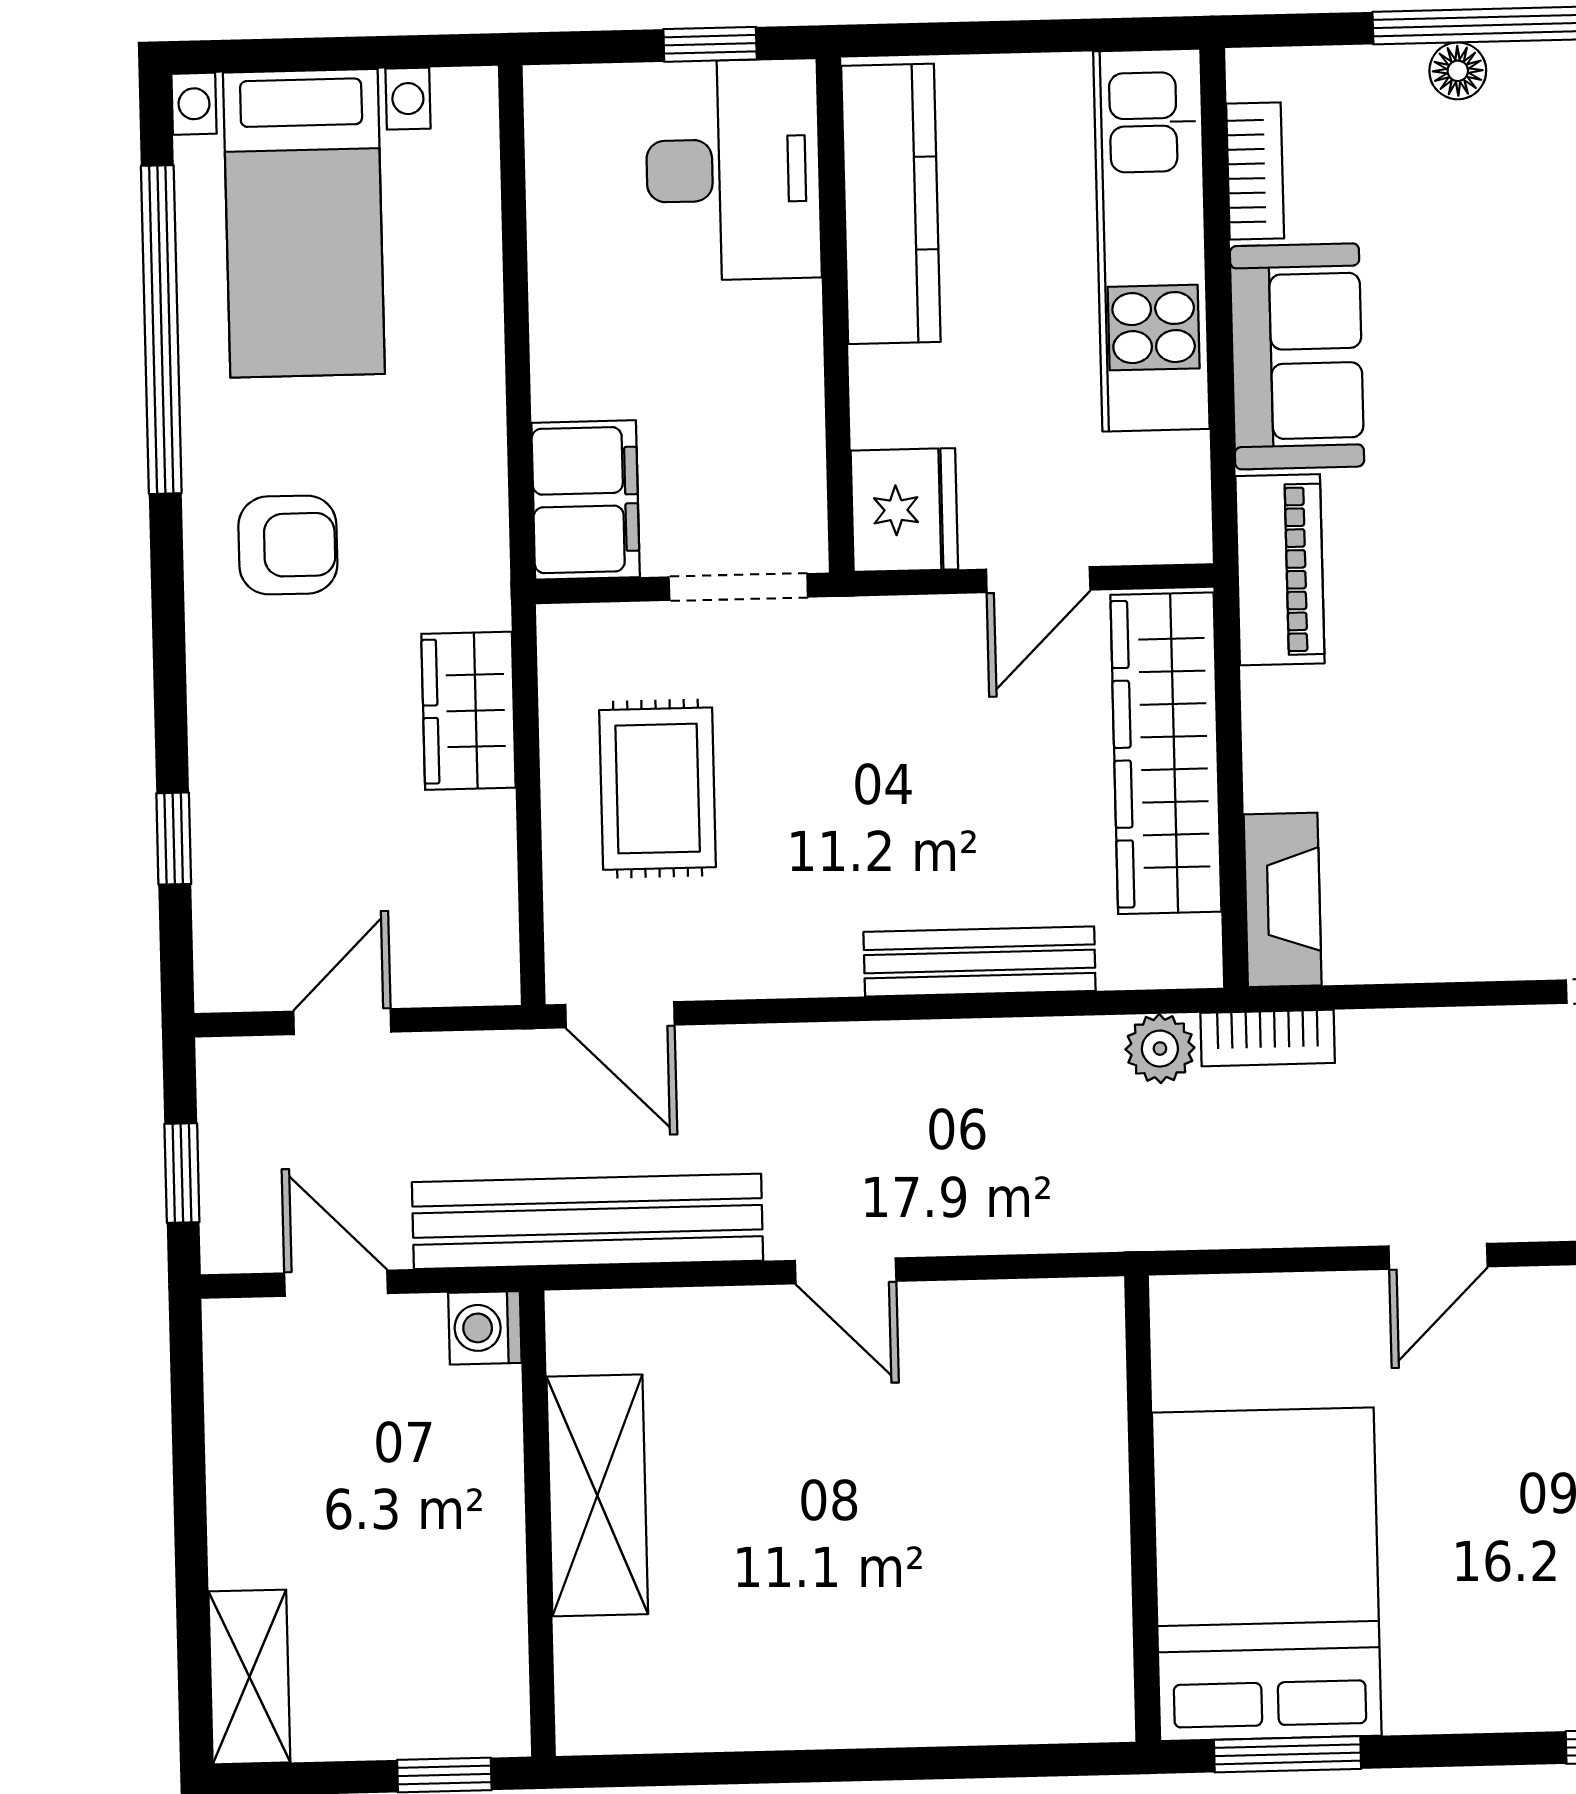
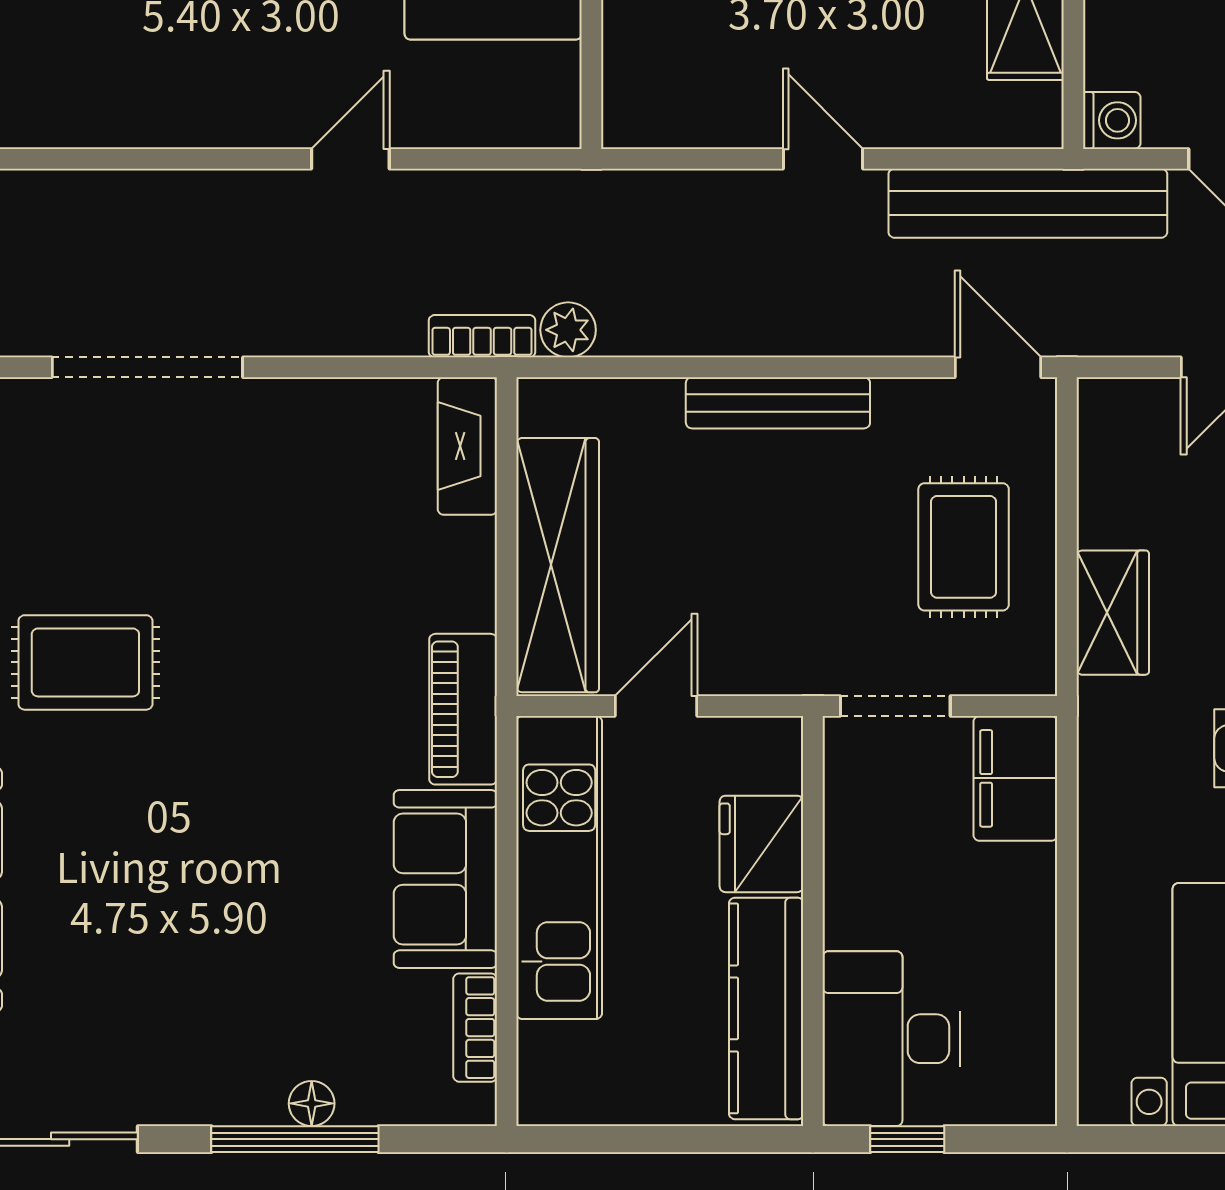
kitchen unit: (1151, 240) -> (559, 867), moved
fridge: (904, 510) -> (761, 844), moved
bench: (980, 961) -> (778, 403), moved

